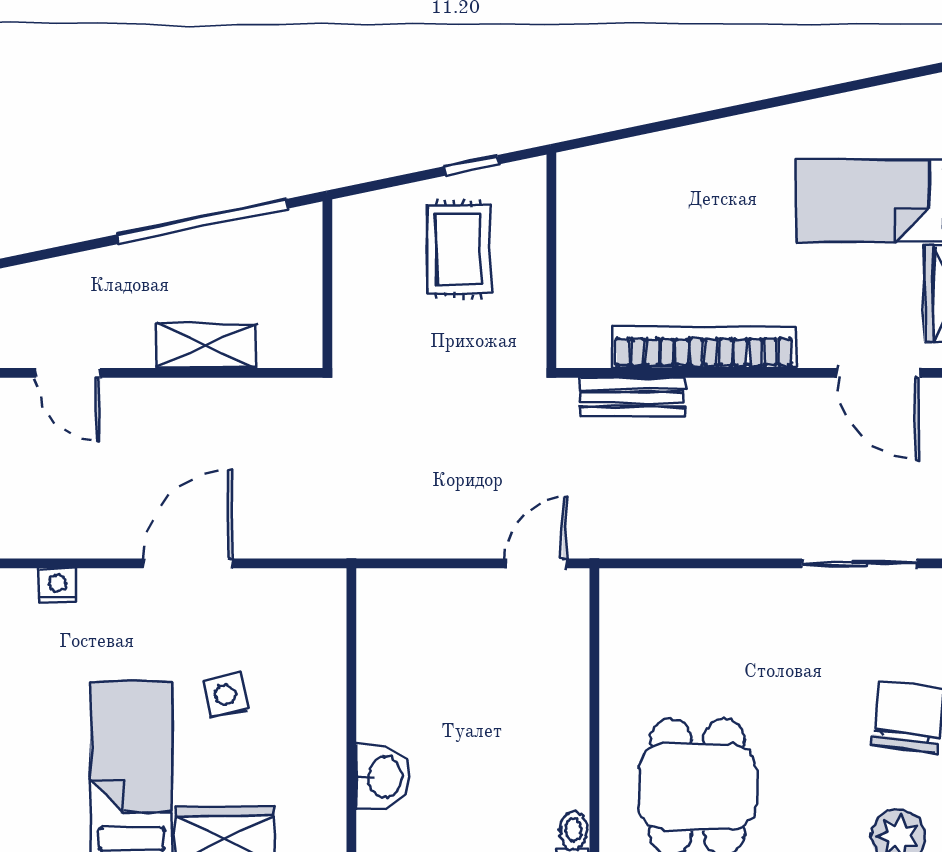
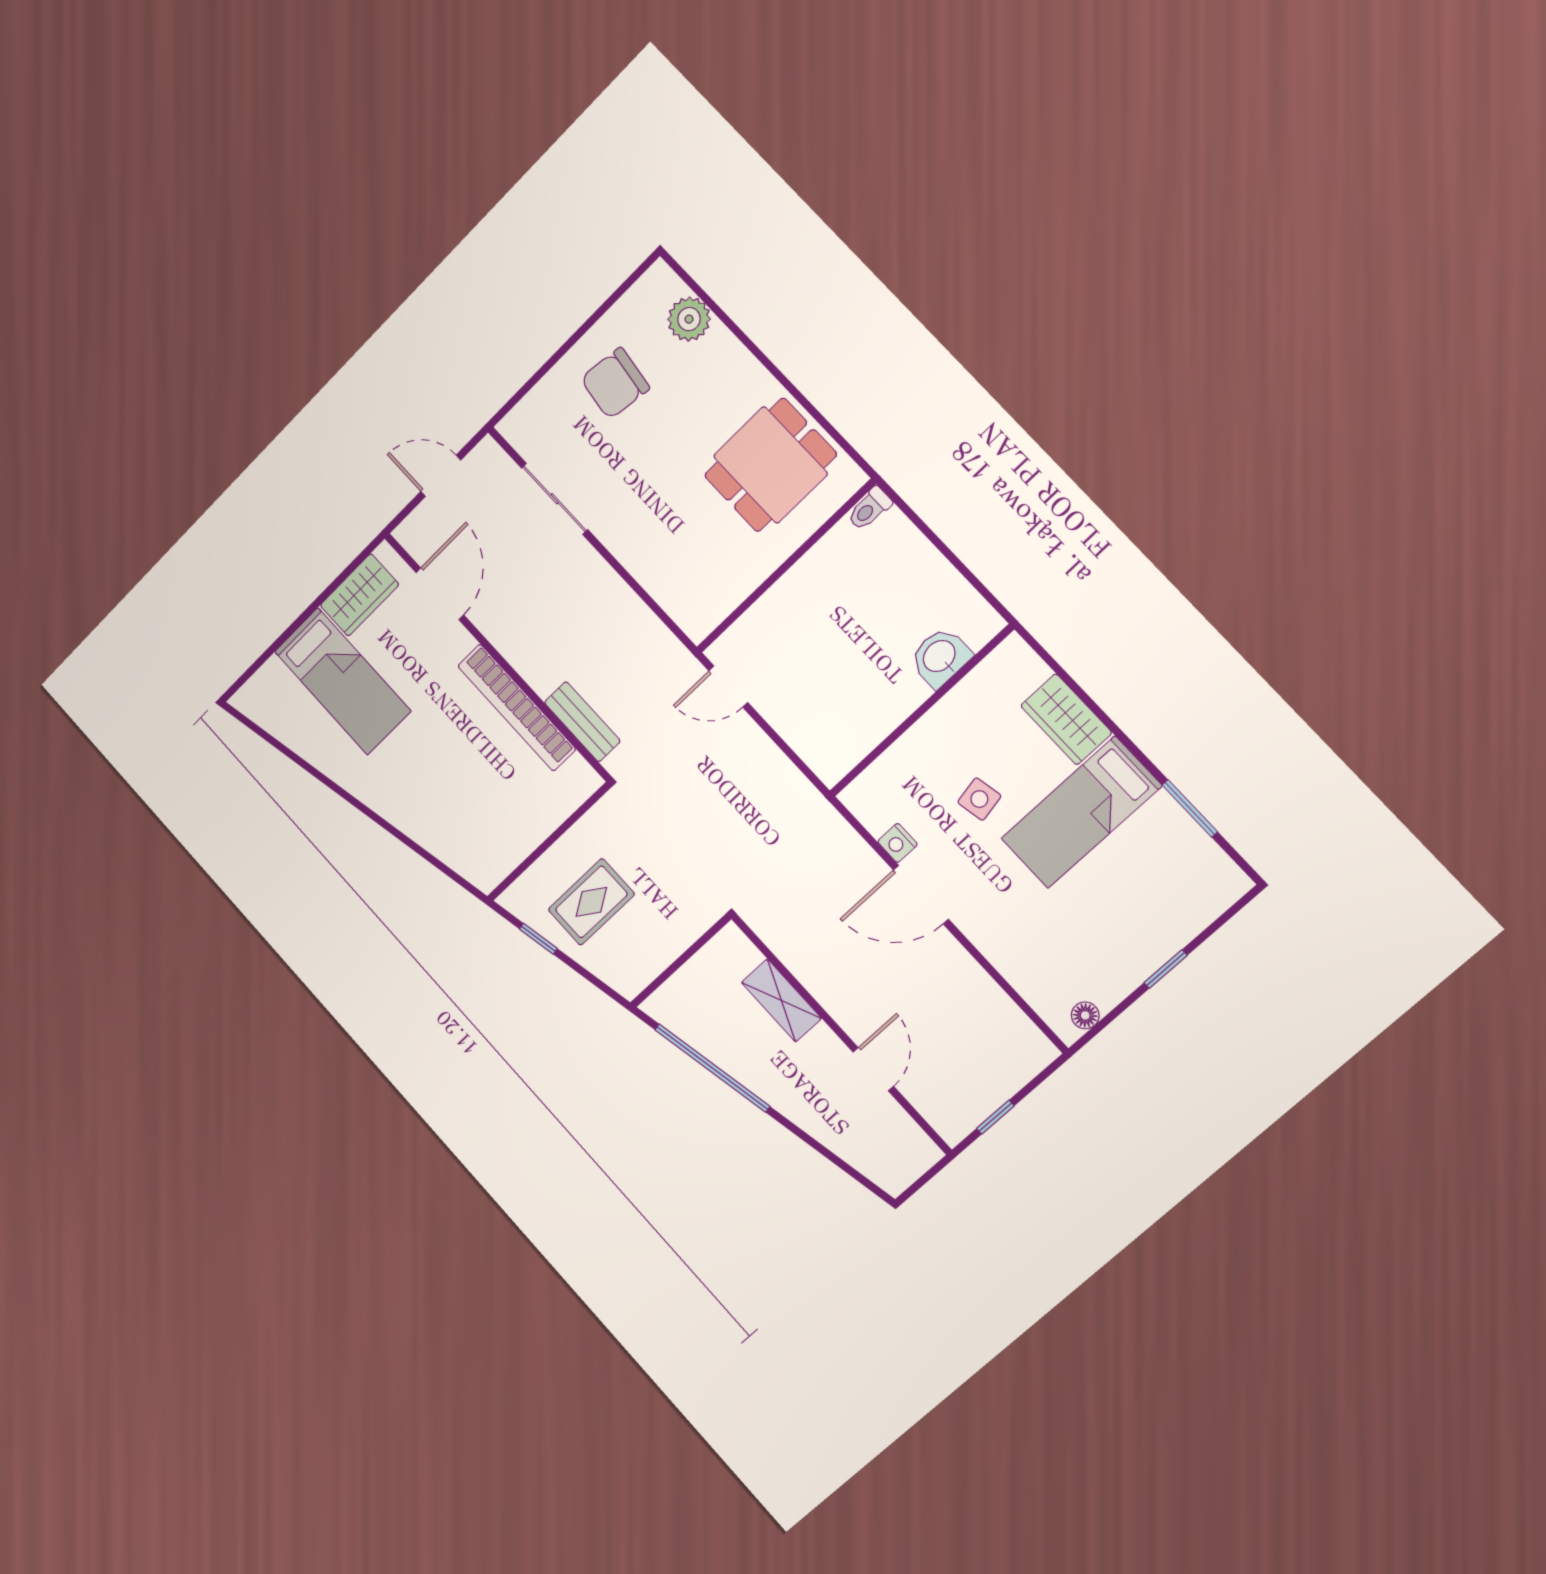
nightstand: (57, 585) -> (898, 843), moved

